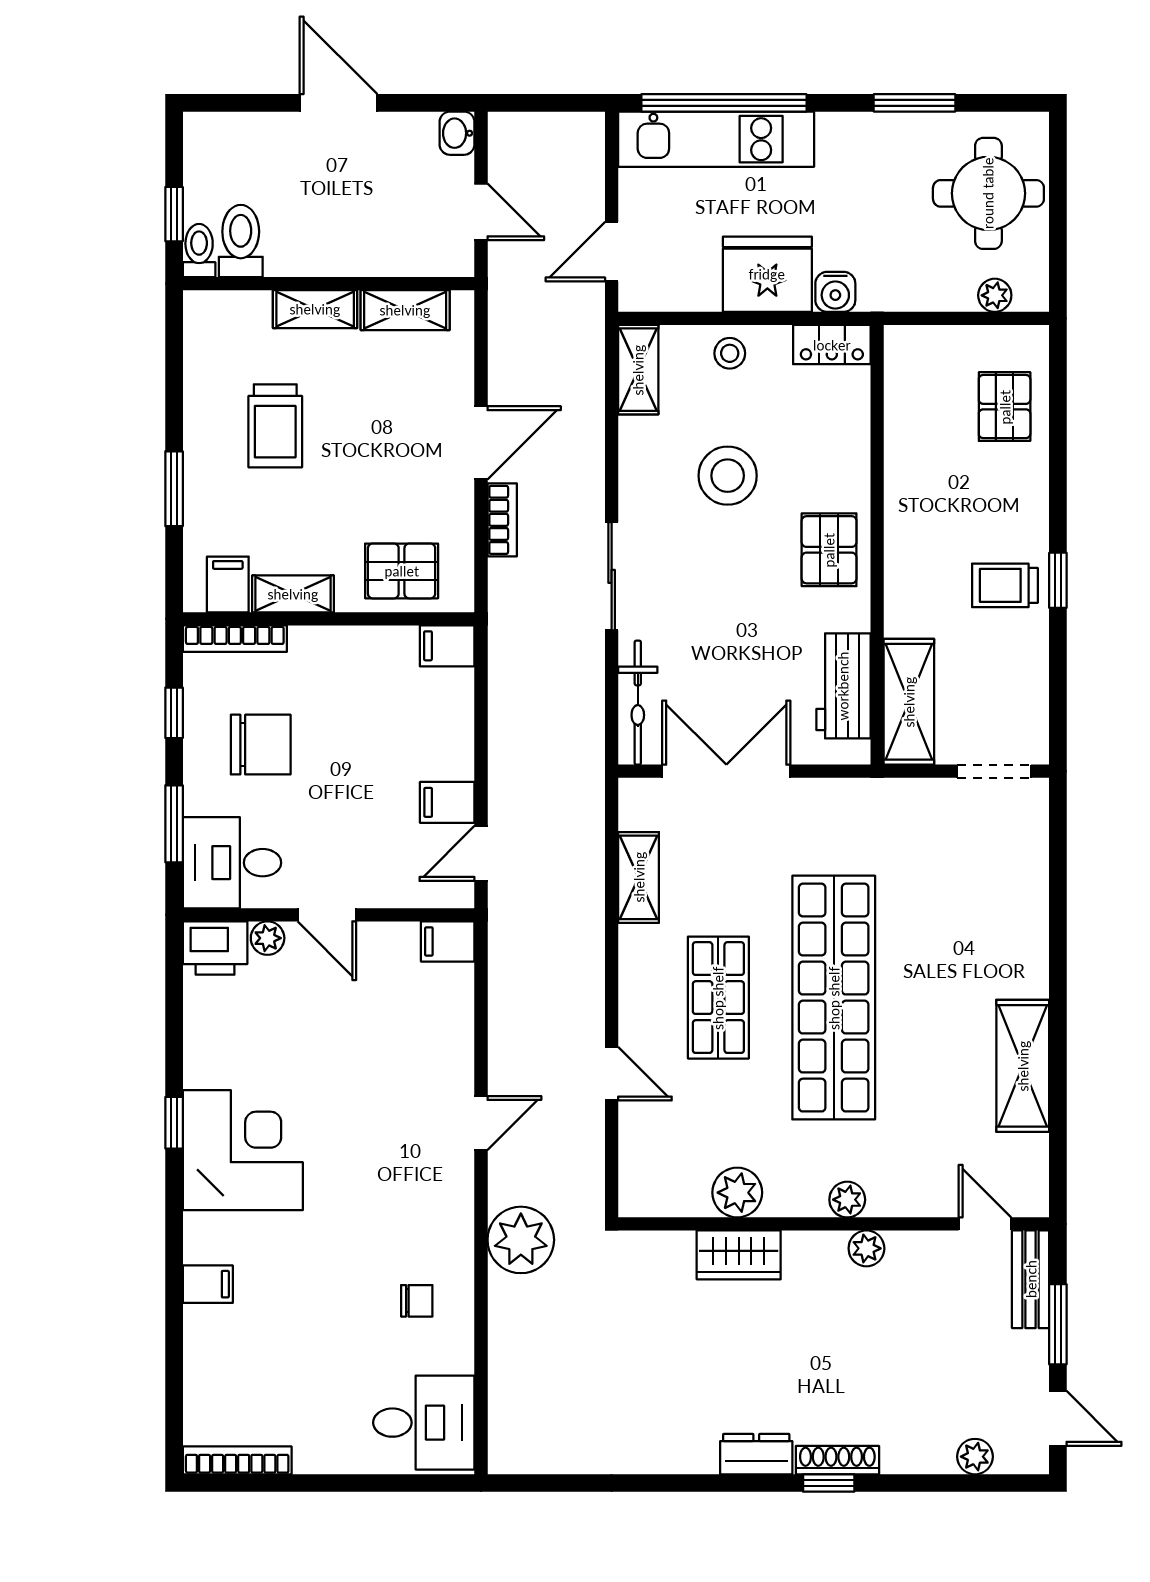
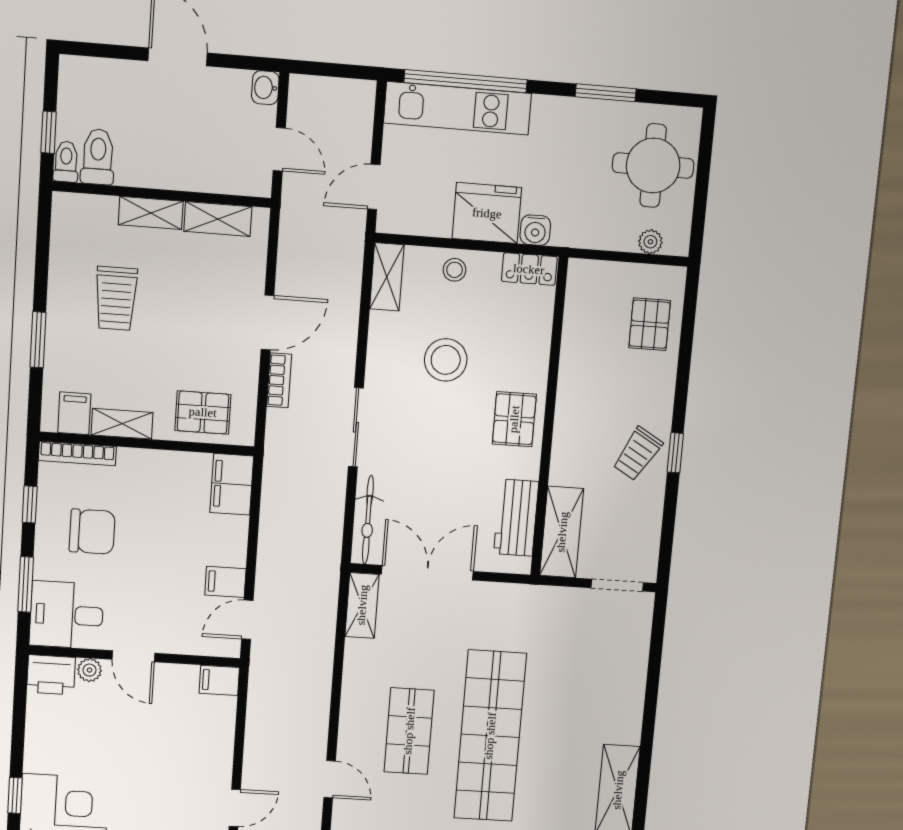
trolley: (1005, 585) -> (637, 454), turned -60
filing cabinet: (447, 646) -> (232, 484), width x2.00
shelving: (639, 877) -> (362, 605), moved

